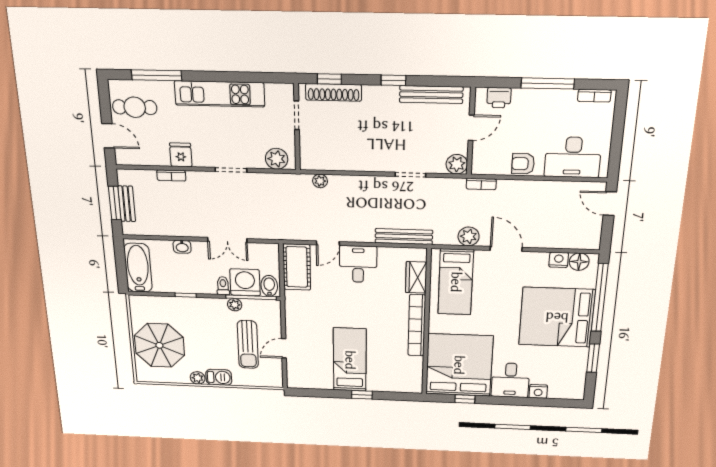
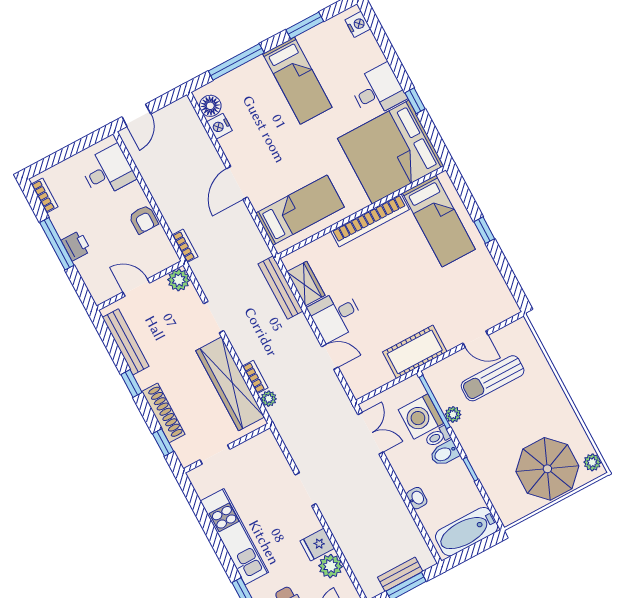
shoe rack: (334, 92) -> (163, 413), moved
printer: (499, 98) -> (76, 246), moved
desk: (573, 157) -> (108, 171), width x0.73
wardrobe: (349, 158) -> (230, 384), added
plant: (277, 159) -> (331, 566), moved
bookcase: (171, 175) -> (255, 377), moved
plant: (469, 236) -> (245, 226), removed
double door: (227, 240) -> (371, 433), moved
cot: (297, 267) -> (415, 352), moved
wardrobe: (416, 277) -> (306, 284), moved, turned -90
bidet: (269, 286) -> (445, 453), moved
window: (600, 298) -> (236, 62), width x0.68
bed: (557, 317) -> (297, 81), width x0.49
sun lounger: (248, 345) -> (493, 378), turned 180
bed: (350, 360) -> (439, 221), moved, turned -90
barbecue: (219, 377) -> (551, 389), removed
plant: (198, 378) -> (592, 462), moved
nightstand: (538, 391) -> (358, 24), moved
window: (465, 399) -> (415, 101), moved

